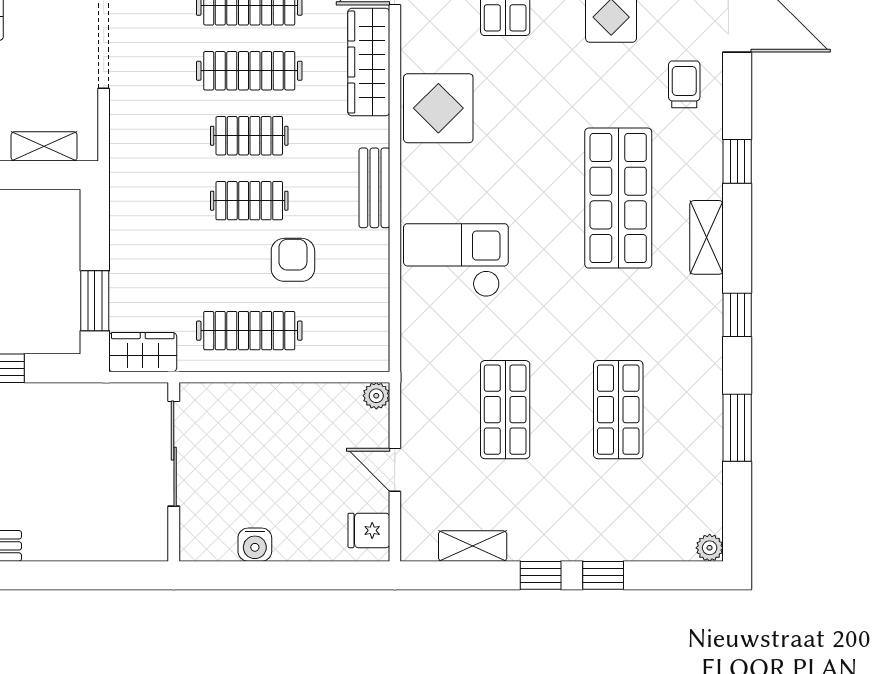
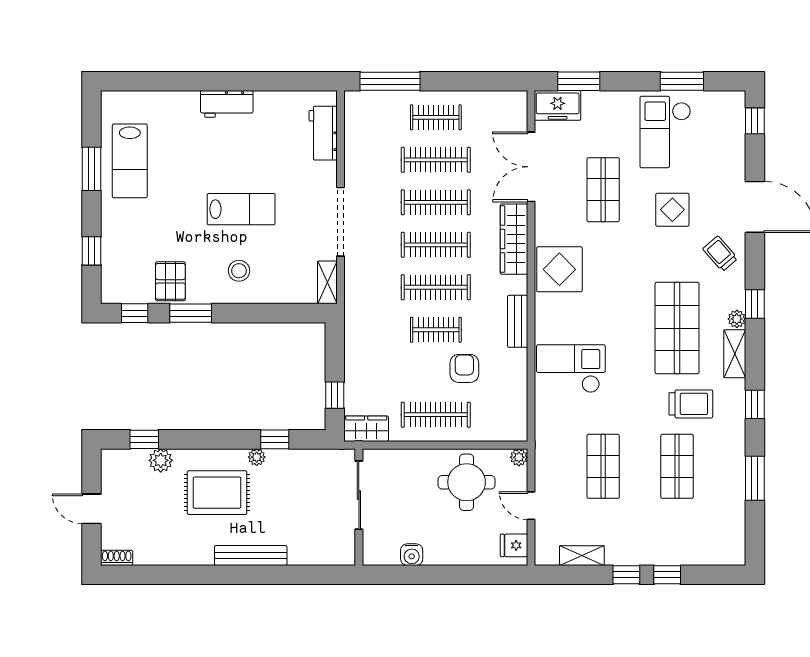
trolley: (684, 84) -> (720, 254), turned -41
clothes rail: (249, 136) -> (436, 287), width x1.36
shelving: (44, 146) -> (327, 282), moved, turned 90
window: (95, 301) -> (335, 395), width x0.67
trolley: (639, 314) -> (691, 404), added
round table: (296, 434) -> (467, 482), added
sliding door: (174, 454) -> (359, 495), moved
wall: (174, 472) -> (359, 507), moved
water cooler: (255, 545) -> (412, 555), moved
plant: (710, 548) -> (737, 319), moved

